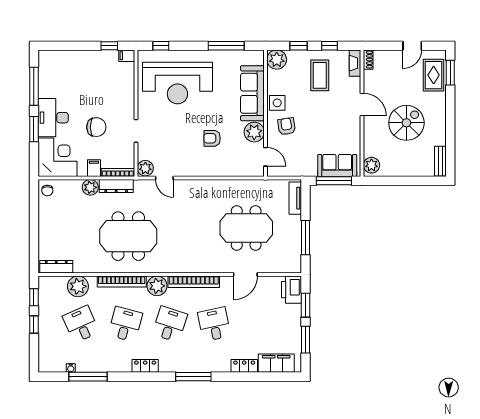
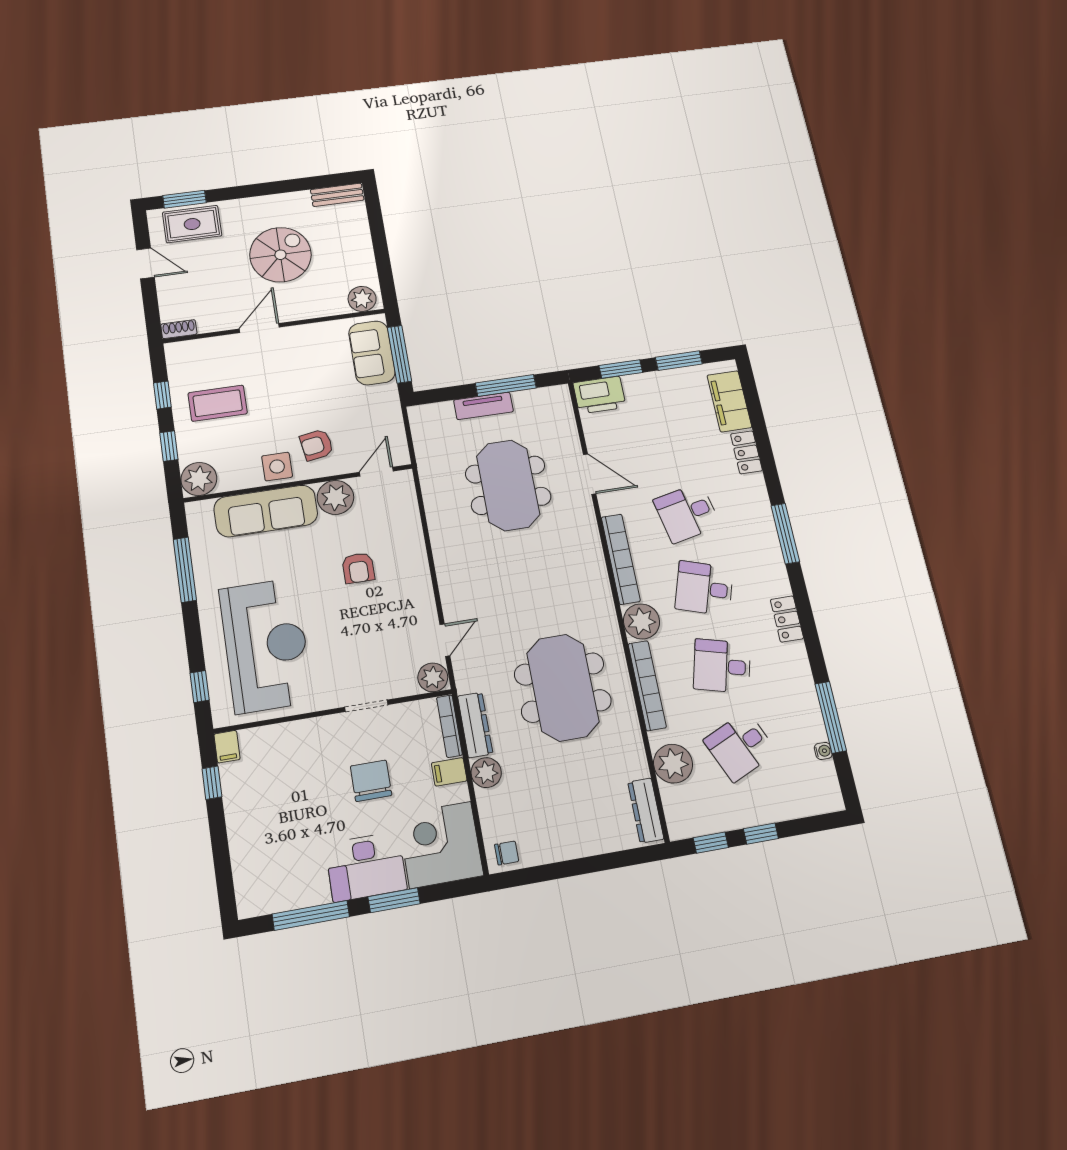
fireplace: (355, 63) -> (188, 349), removed
spiral stairs: (406, 123) -> (280, 255), turned 90
tv unit: (295, 198) -> (483, 406), moved

